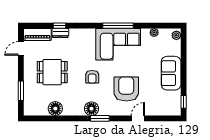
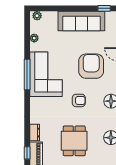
window: (60, 26) -> (27, 153), moved
sofa: (171, 73) -> (81, 21), width x1.36
armchair: (126, 89) -> (91, 66), turned 90

